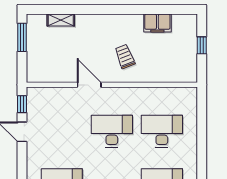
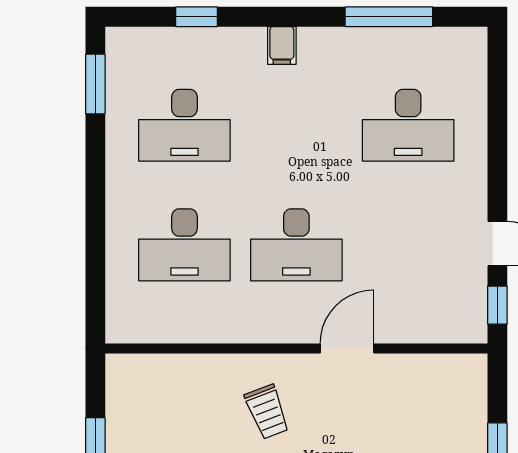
door: (89, 85) -> (347, 348), swing flipped

